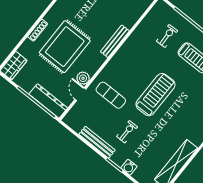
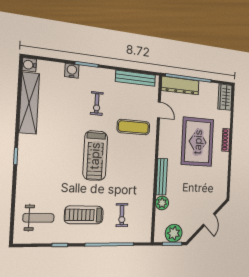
plant: (83, 78) -> (162, 203), moved
bench: (97, 142) -> (136, 78), moved

